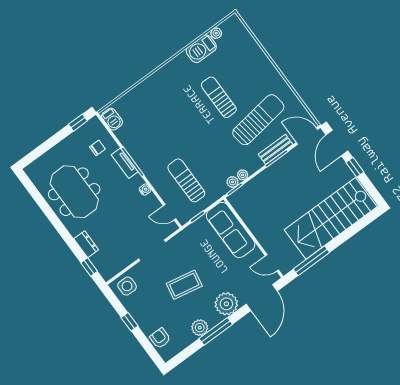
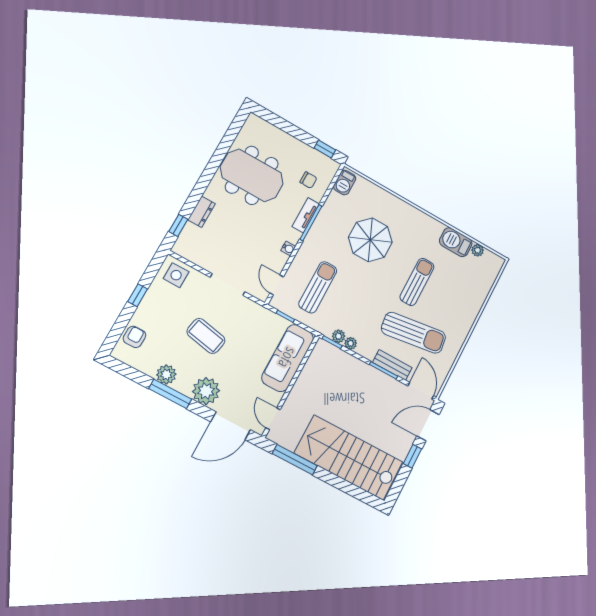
parasol: (168, 120) -> (370, 240), added
meeting table: (74, 192) -> (252, 175), turned 90

